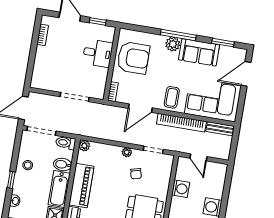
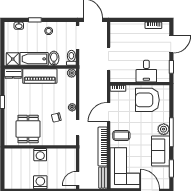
armchair: (133, 58) -> (147, 100), turned 90
door: (140, 108) -> (109, 112), hinge flipped
door: (198, 157) -> (78, 178), moved
washing machine: (181, 189) -> (40, 155), moved

